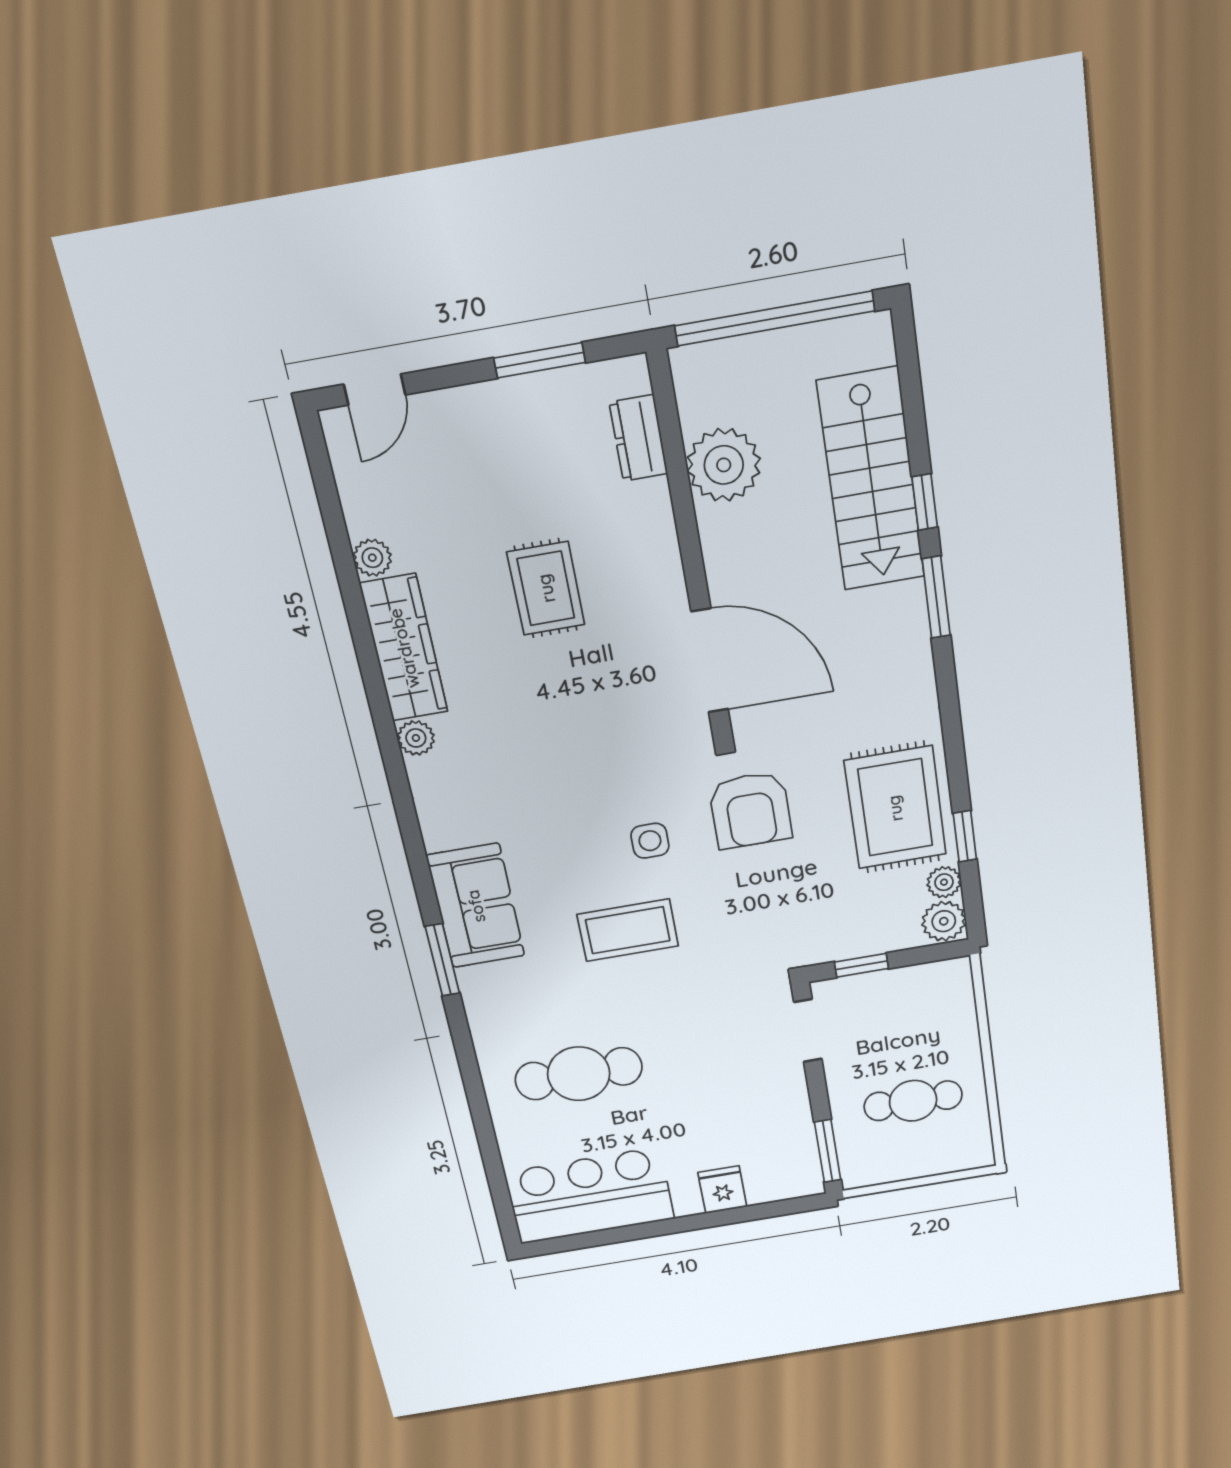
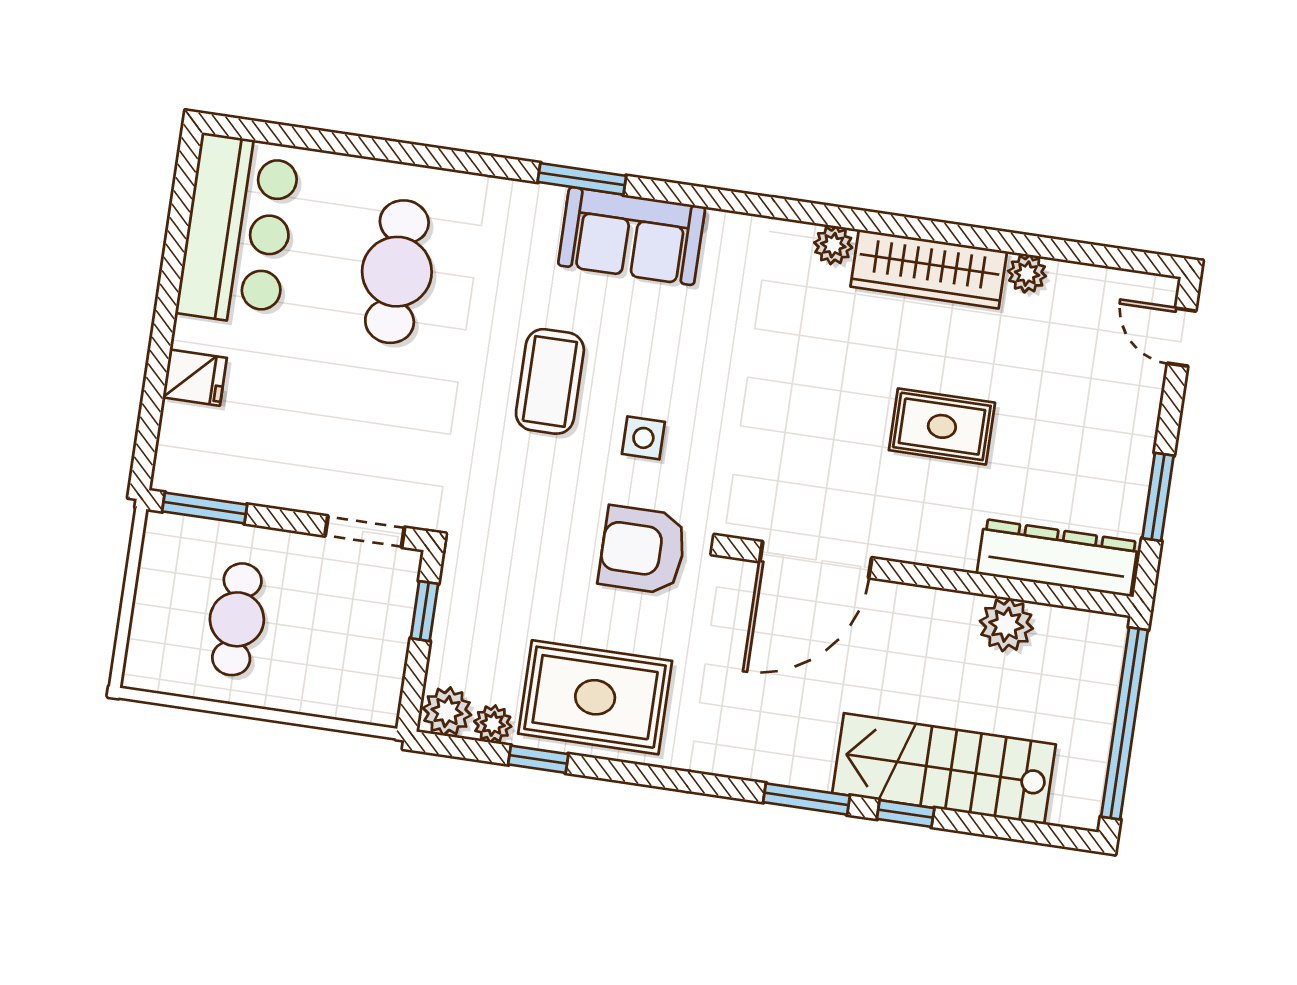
dresser: (639, 438) -> (1058, 558), width x1.96, depth x1.24
plant: (724, 465) -> (1006, 625), width x0.73, depth x0.73

